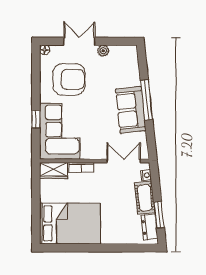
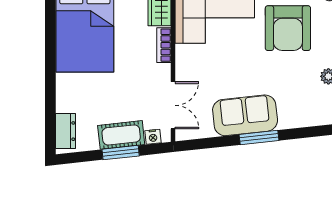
window: (146, 100) -> (259, 137), width x0.69
window: (159, 215) -> (121, 153), moved
dresser: (149, 227) -> (66, 131), moved, turned 96

